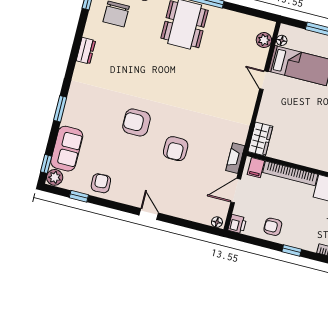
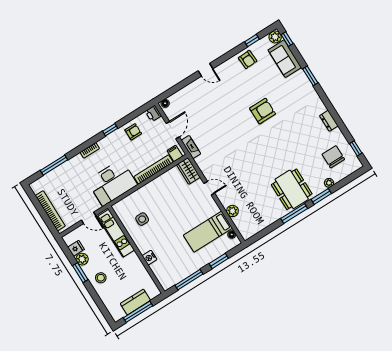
plant: (264, 40) -> (232, 211), moved
door: (264, 80) -> (209, 188), moved
armchair: (176, 149) -> (228, 119), removed

